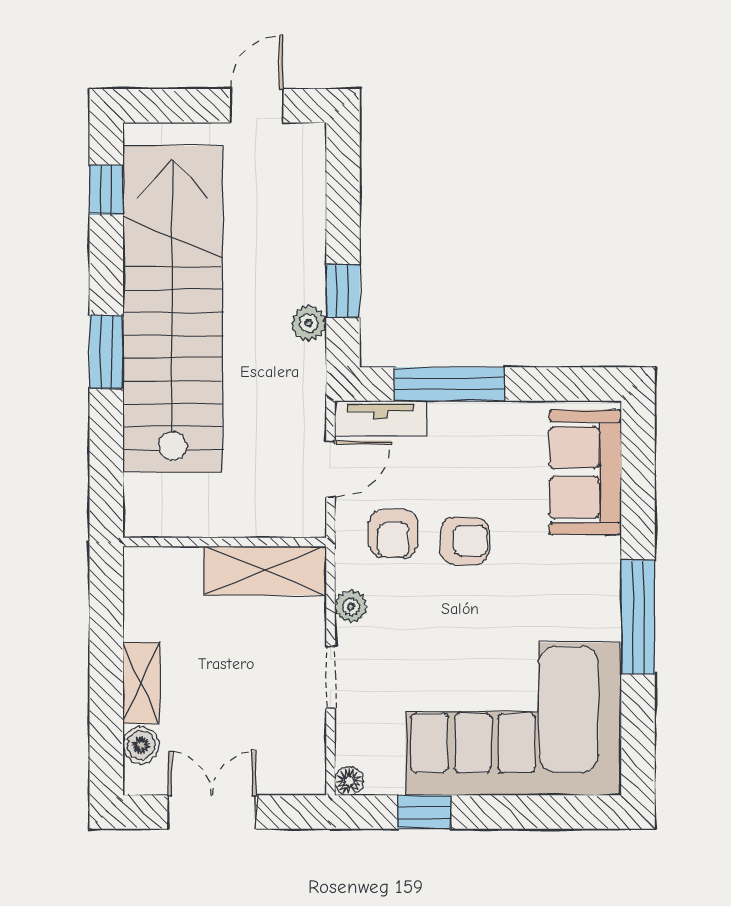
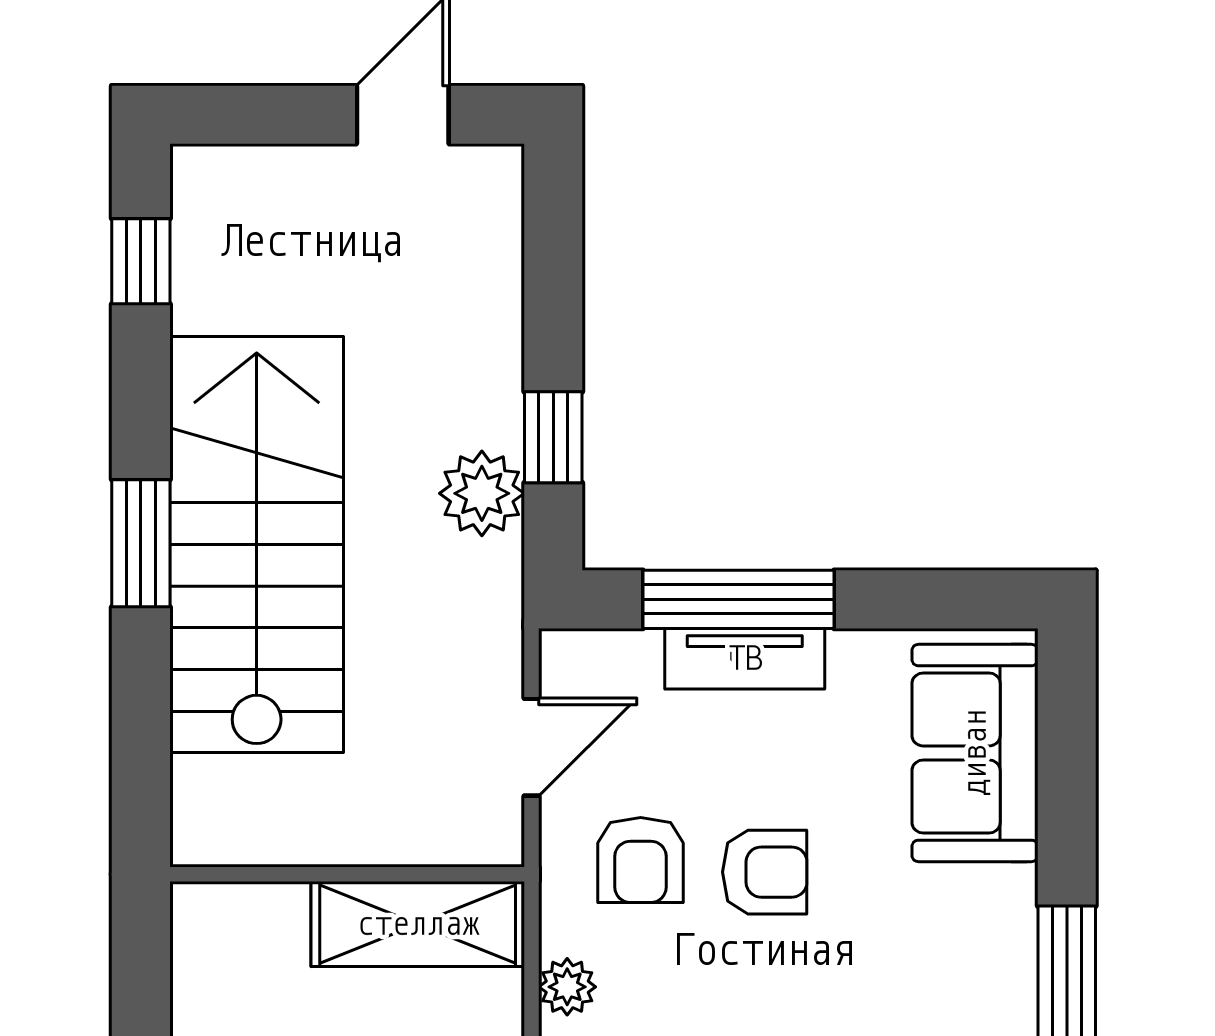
stairs: (173, 309) -> (257, 545), width x0.73
plant: (309, 323) -> (482, 493), width x1.38, depth x1.38
tv unit: (381, 418) -> (745, 659), moved

